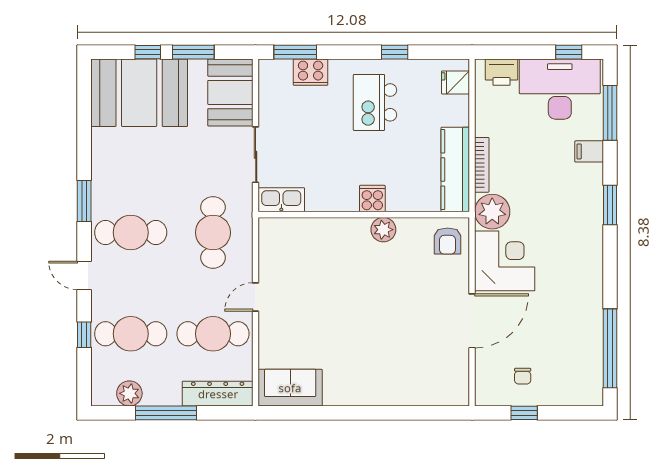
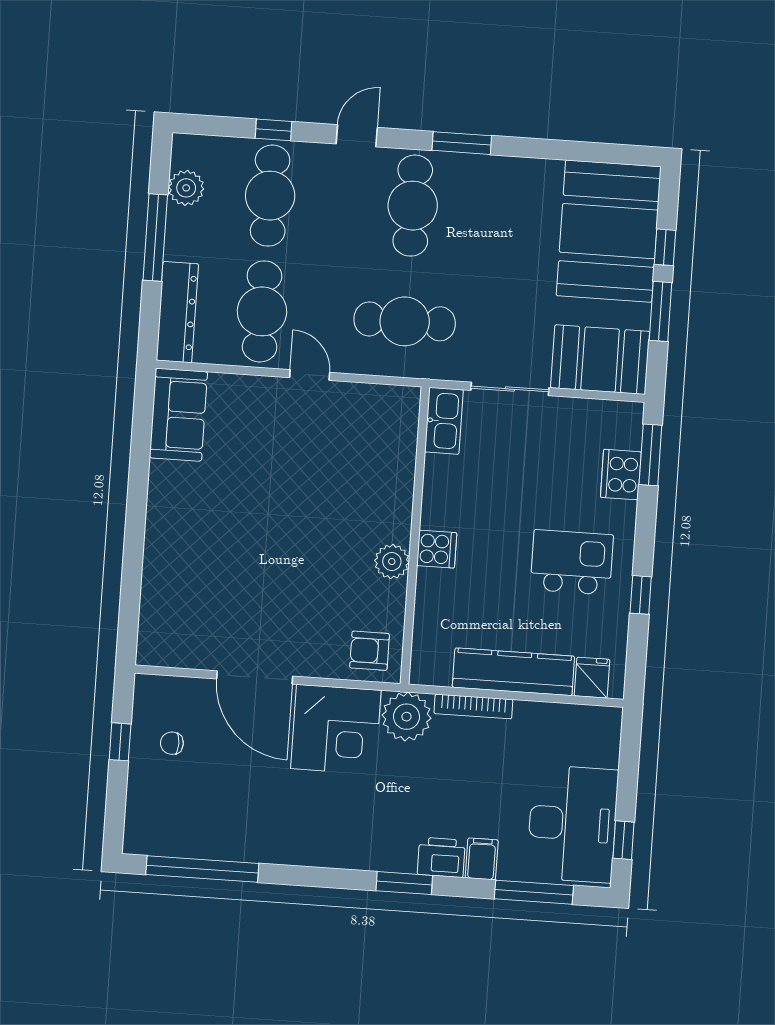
printer: (501, 72) -> (441, 857), moved, turned 90
kitchen counter: (455, 170) -> (513, 672), moved

